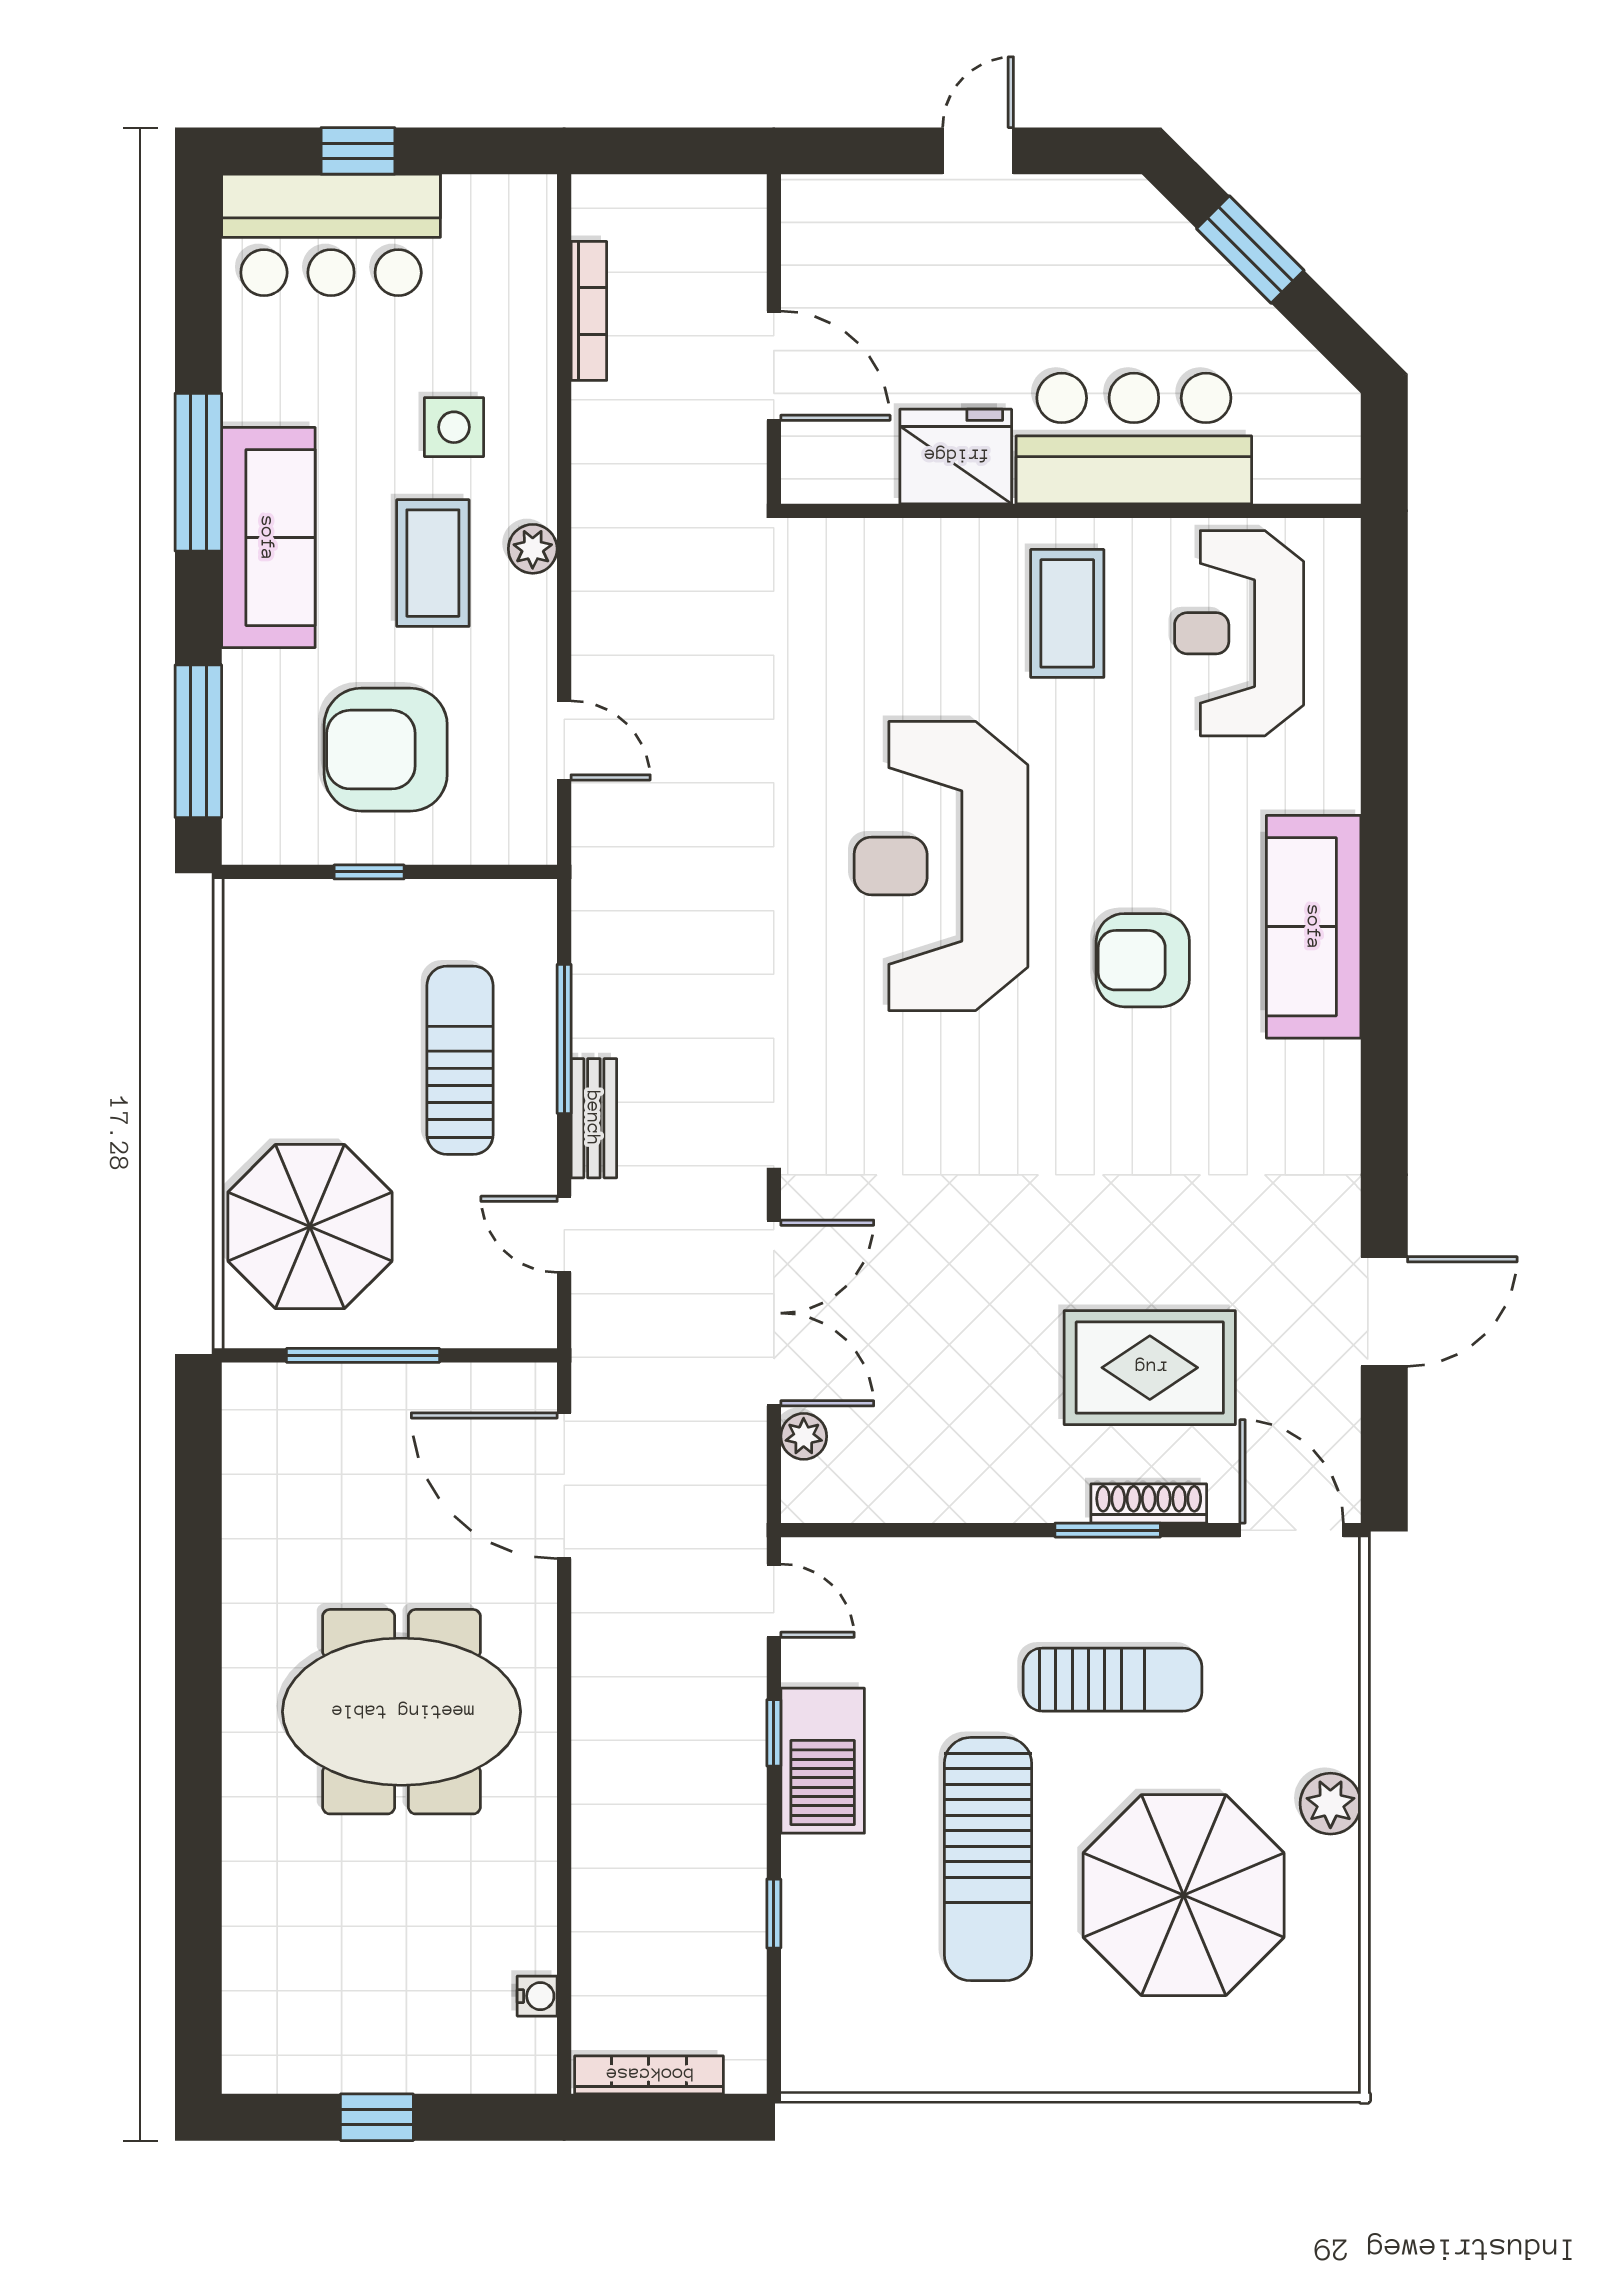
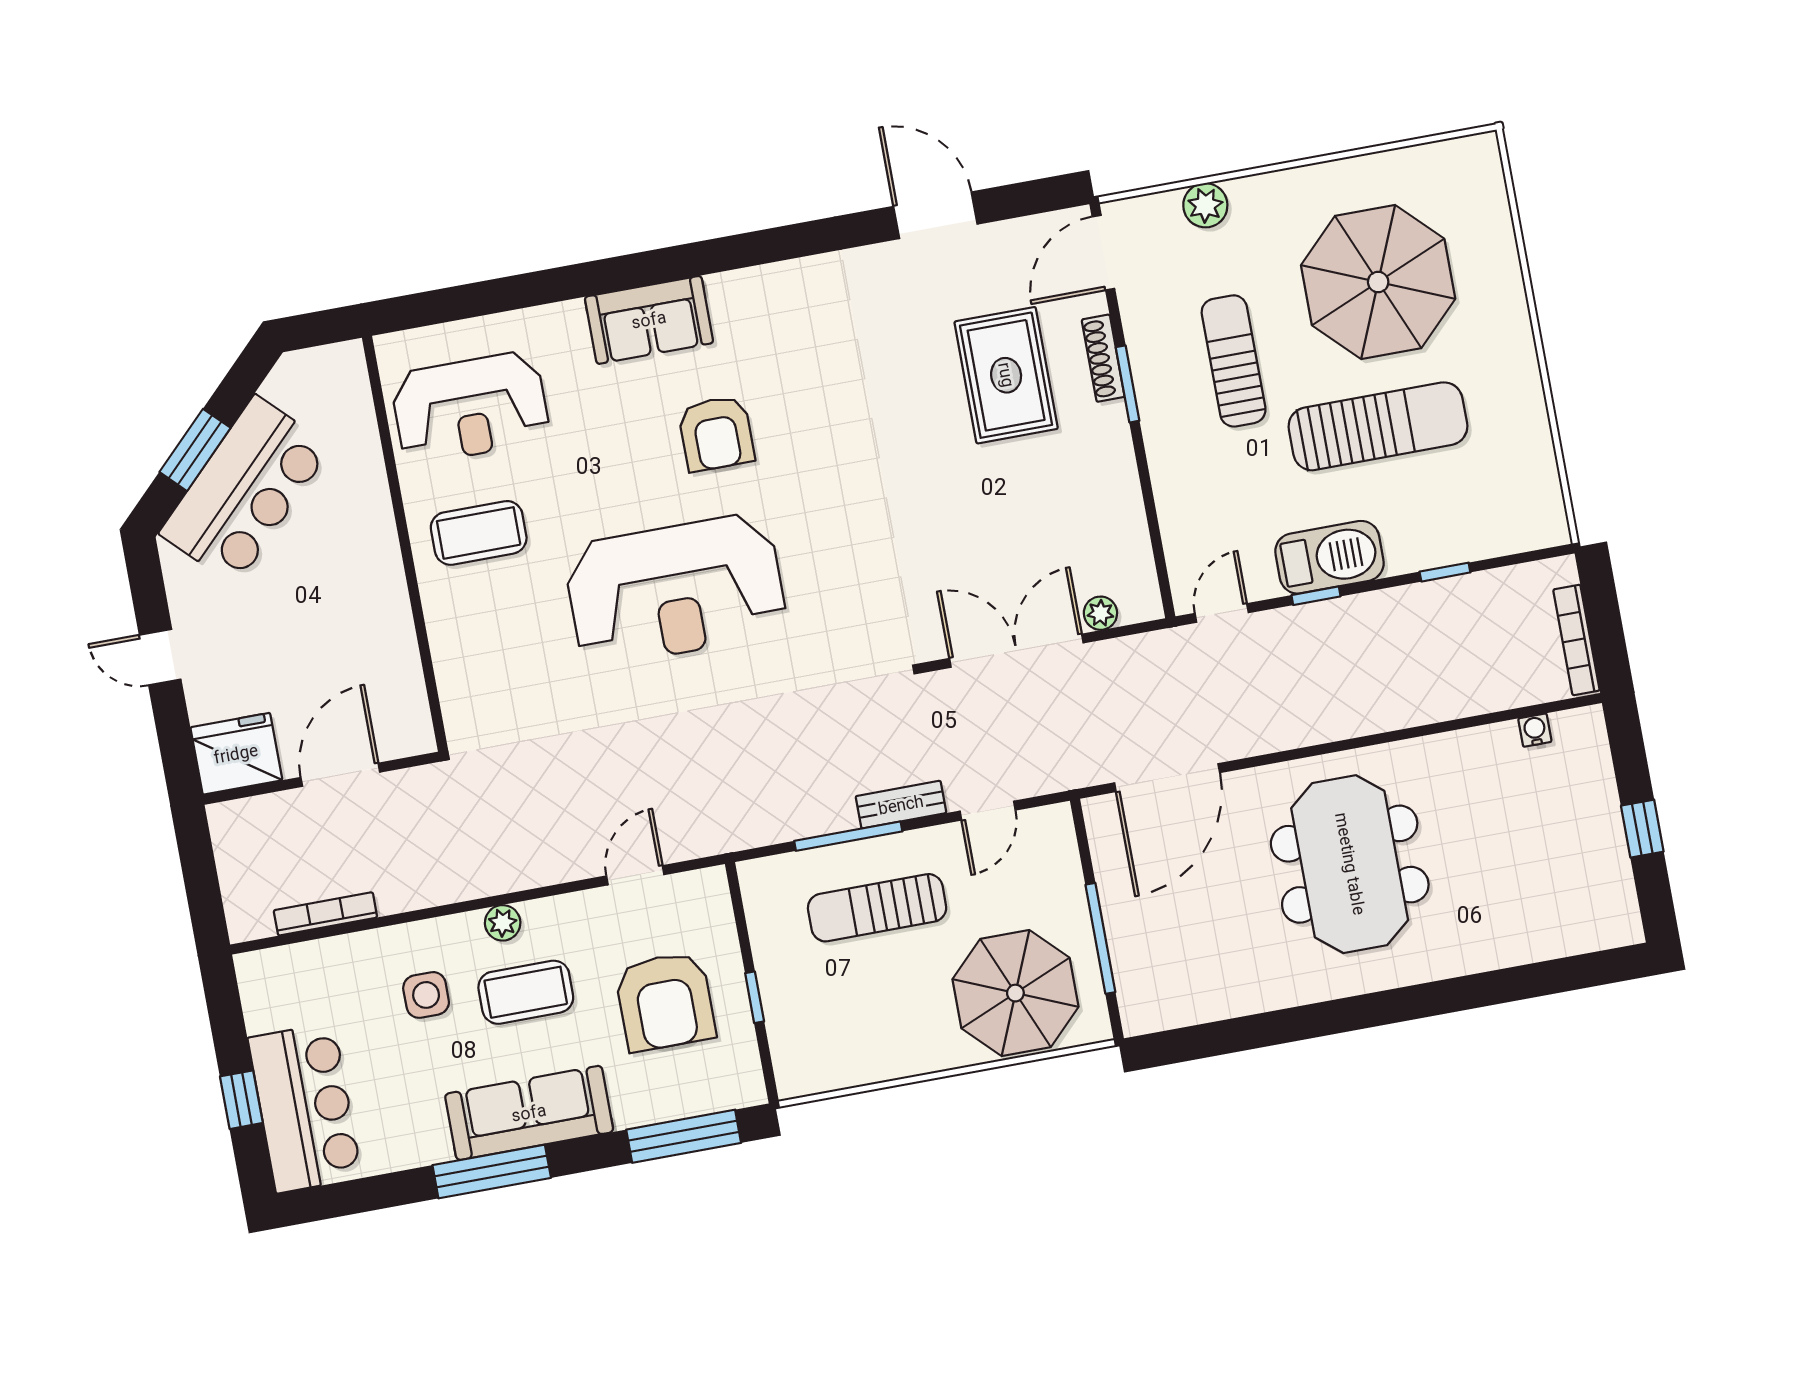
bar counter: (1134, 438) -> (245, 490), moved, turned -135
fridge: (956, 456) -> (236, 754), moved, turned 90
sofa: (1314, 927) -> (649, 320), width x0.73
plant: (1330, 1804) -> (1205, 205), moved

